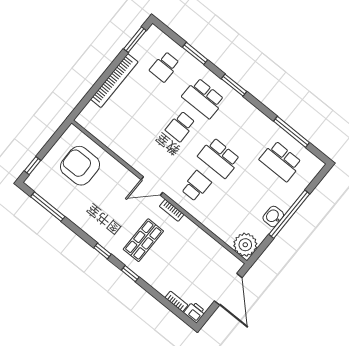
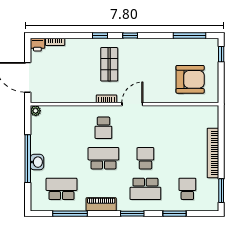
school desk: (203, 98) -> (145, 189), turned 180
piano: (256, 117) -> (101, 204), added
washbasin: (273, 216) -> (37, 162), moved
plant: (245, 245) -> (36, 111), width x0.53, depth x0.53

